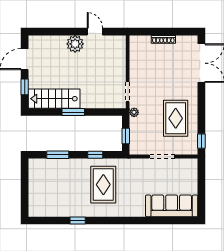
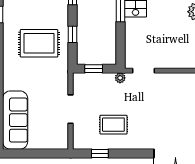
rug: (176, 118) -> (113, 125), width x0.73, depth x0.70
window: (201, 141) -> (100, 153), moved

